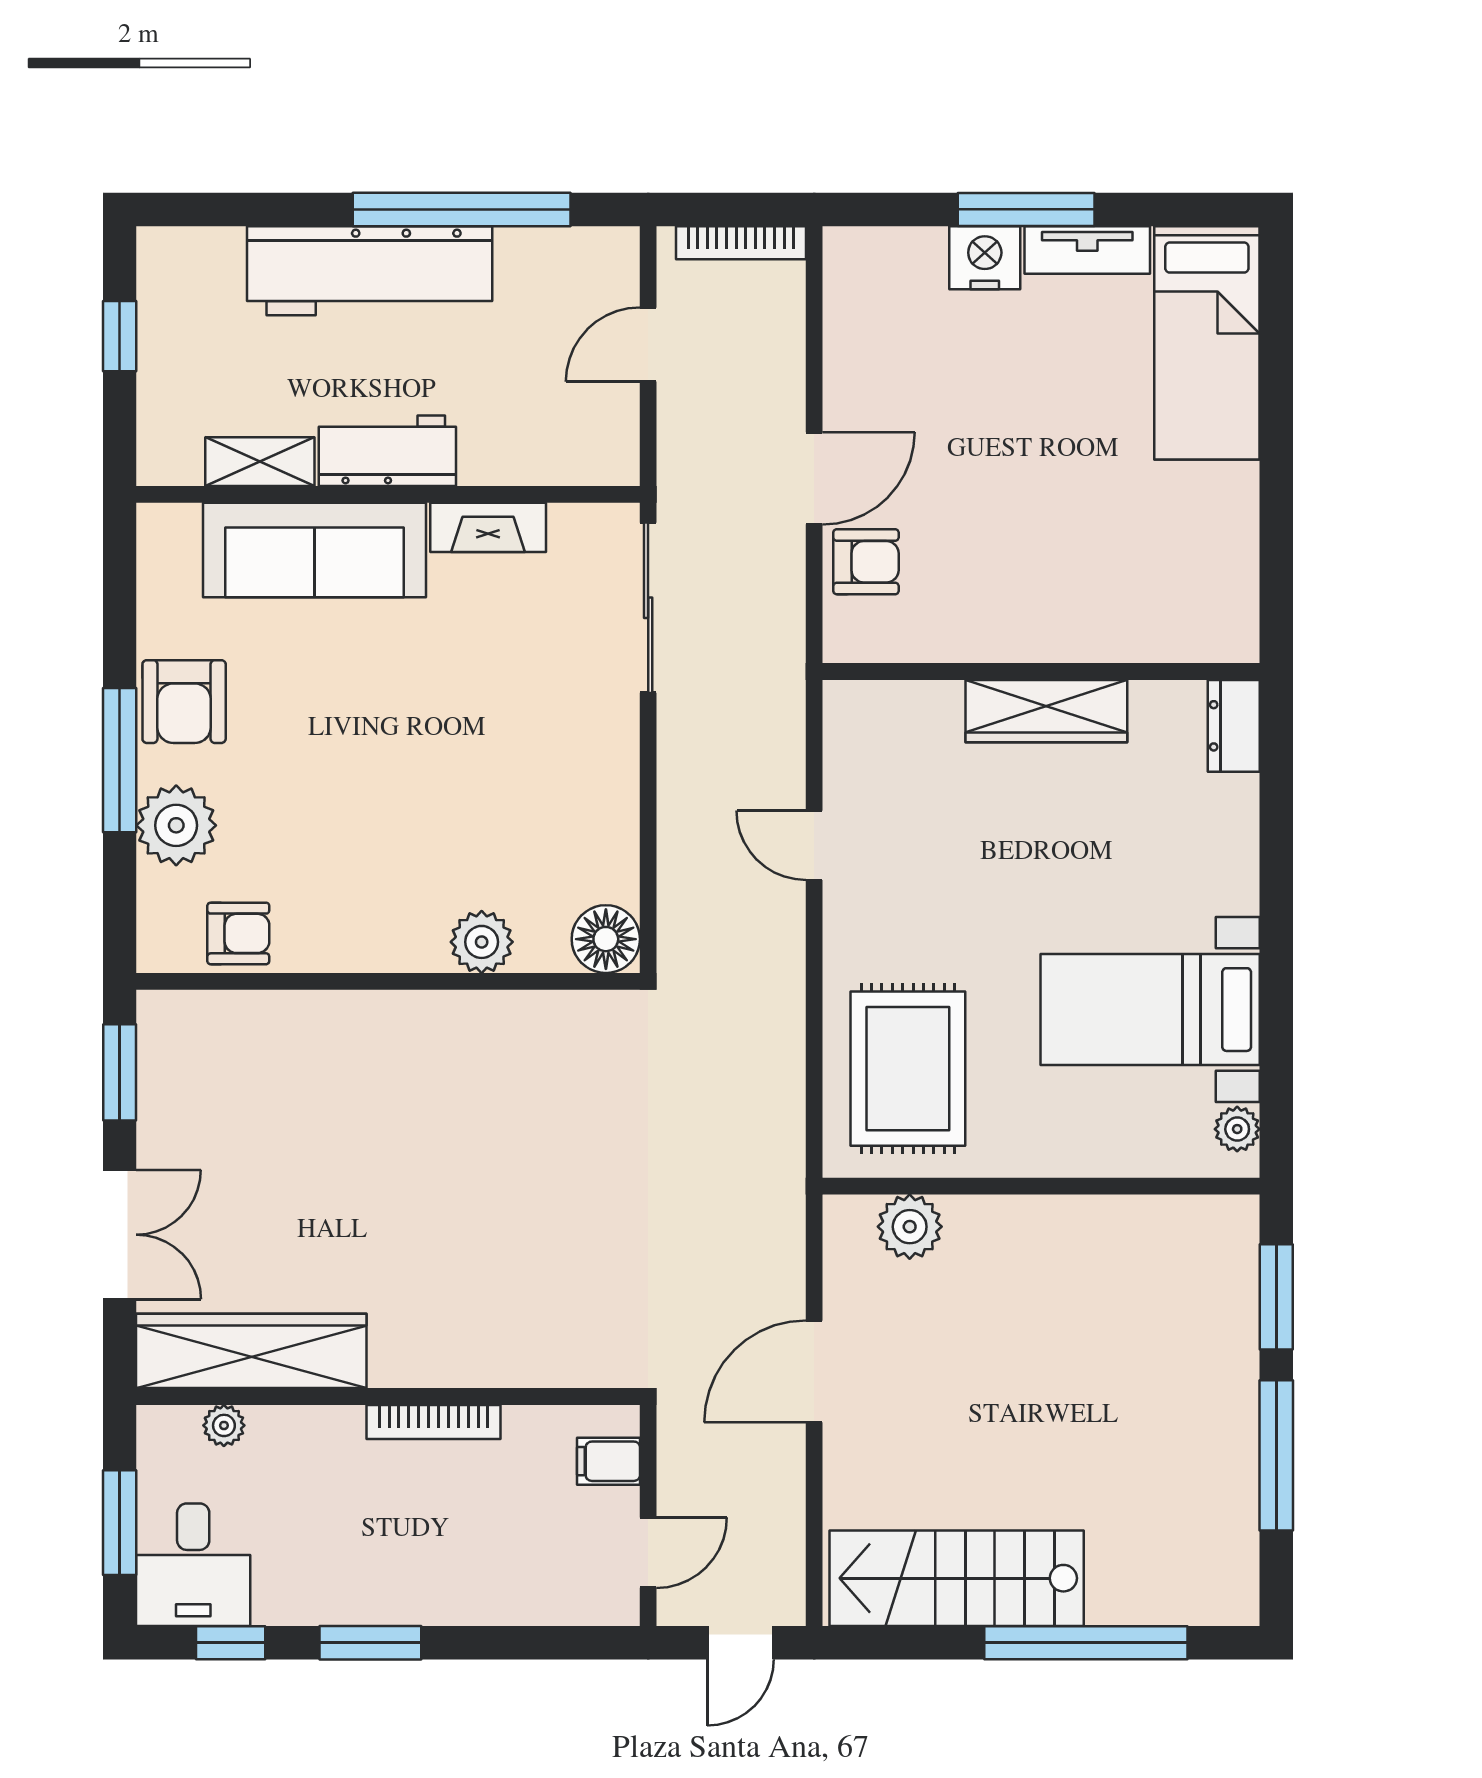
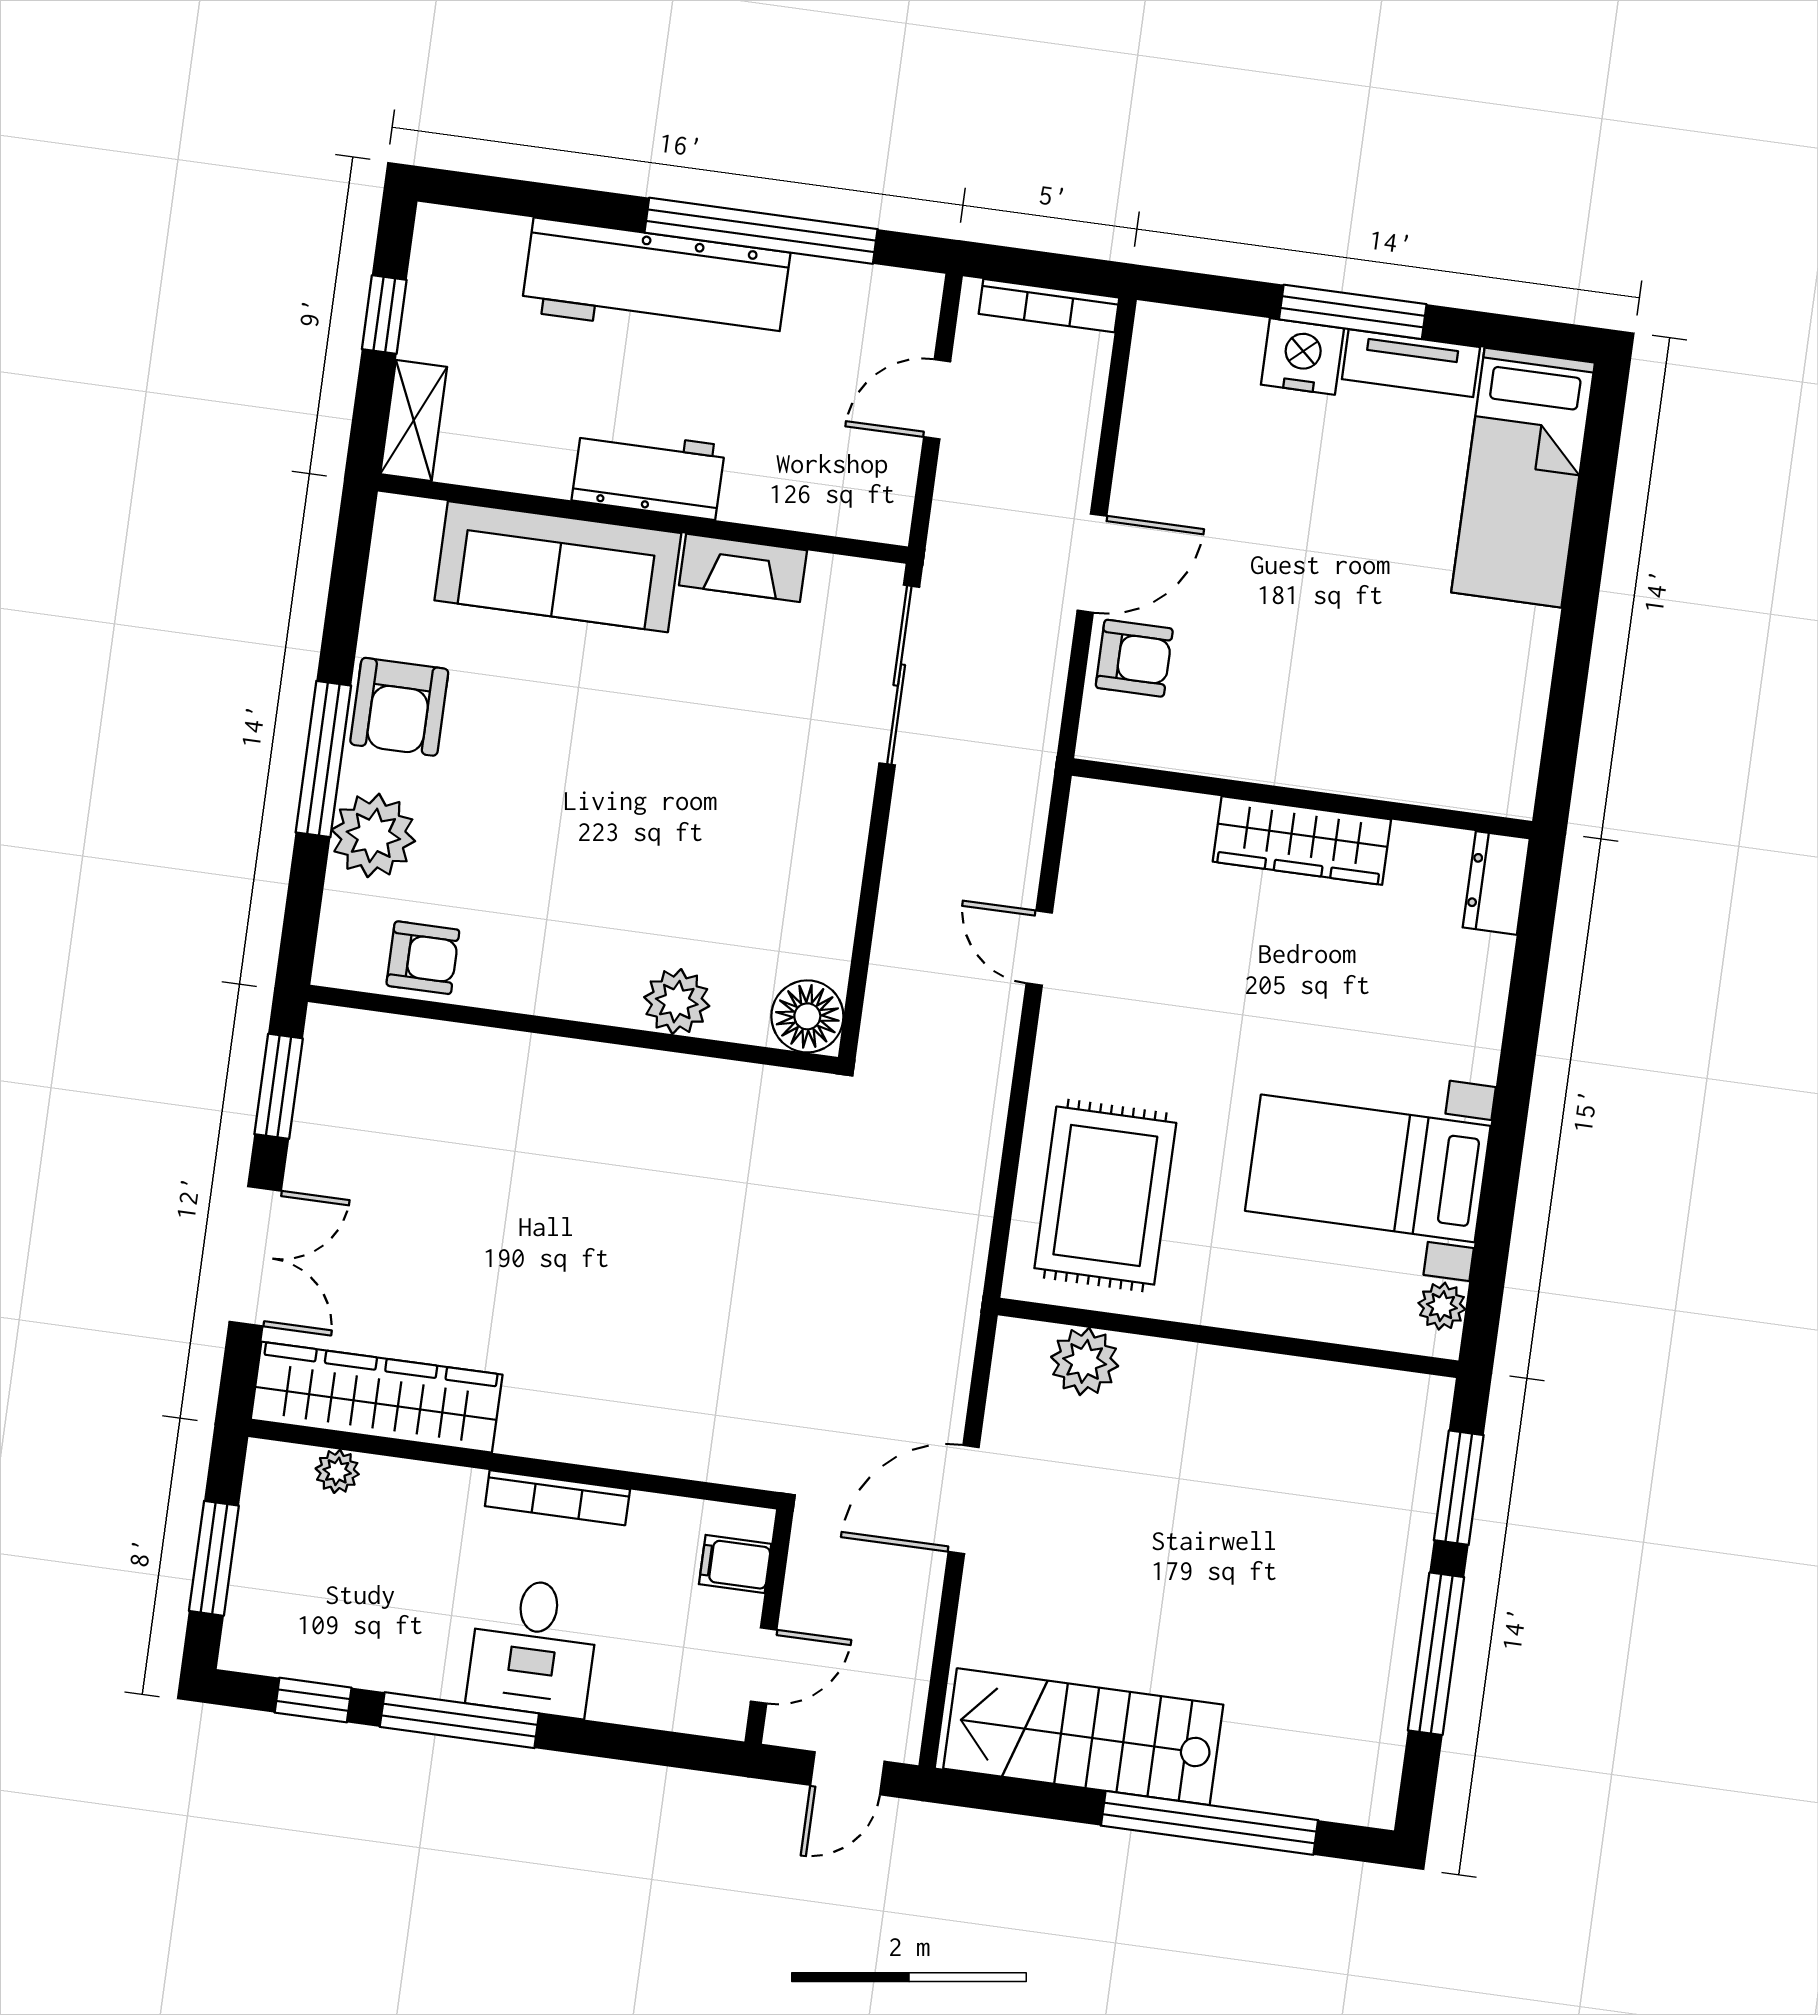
shelving: (260, 462) -> (414, 420), moved, turned 90
desk: (193, 1565) -> (533, 1647), moved
window: (370, 1643) -> (459, 1720), width x1.44

